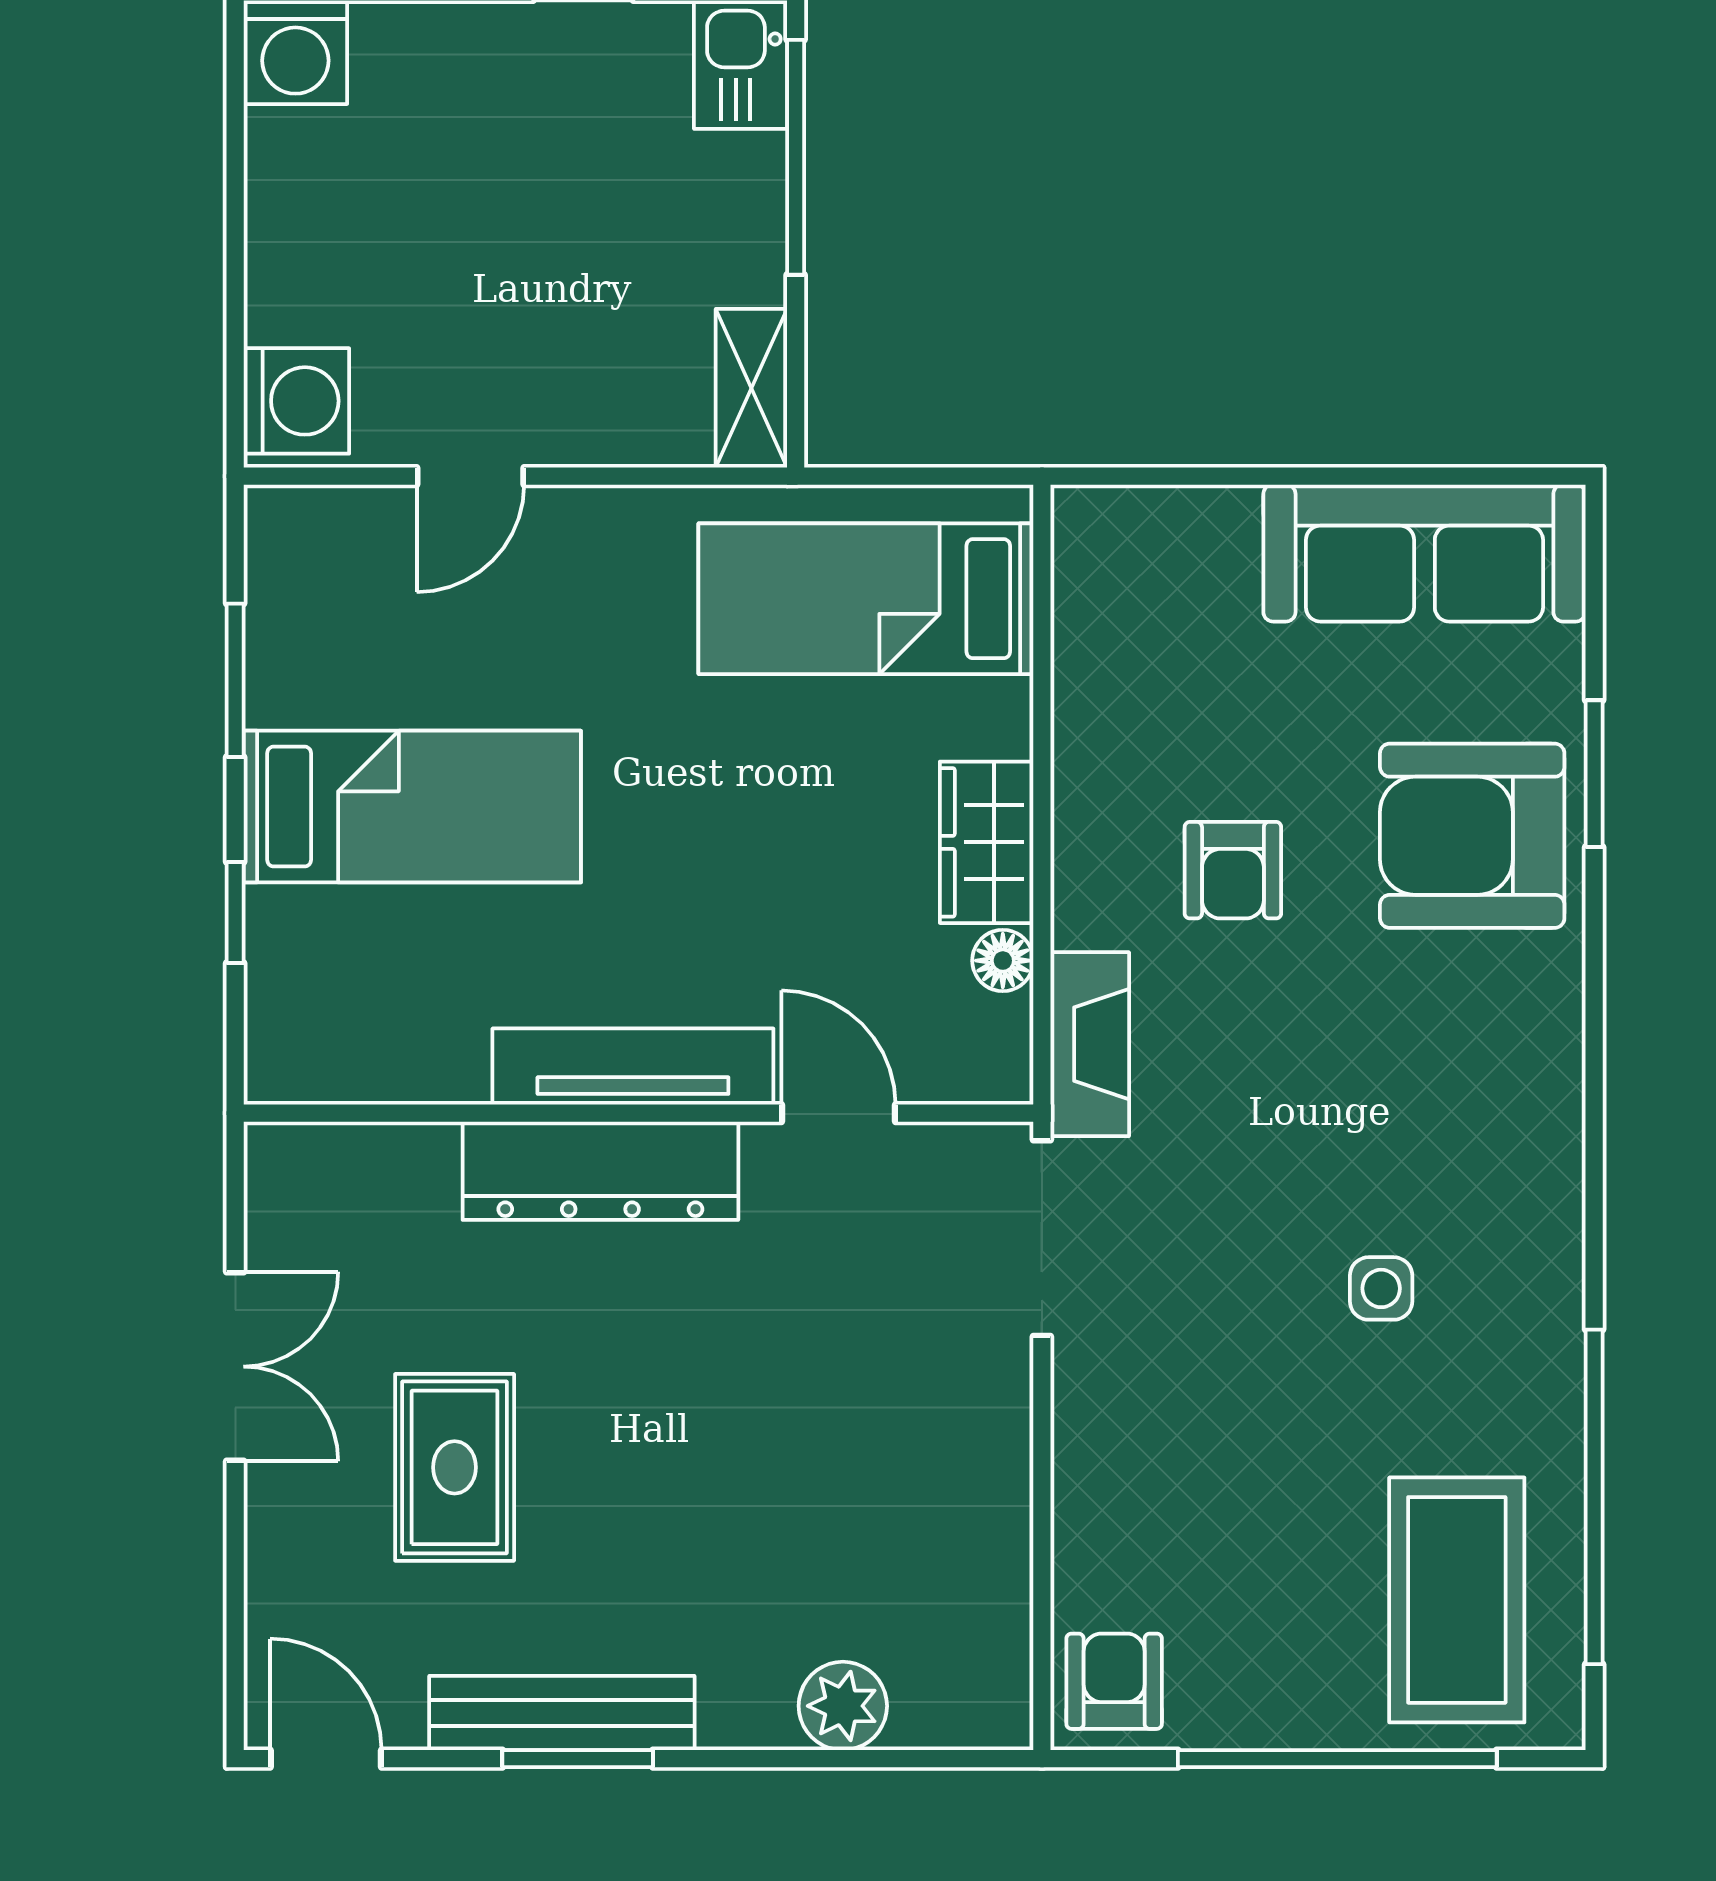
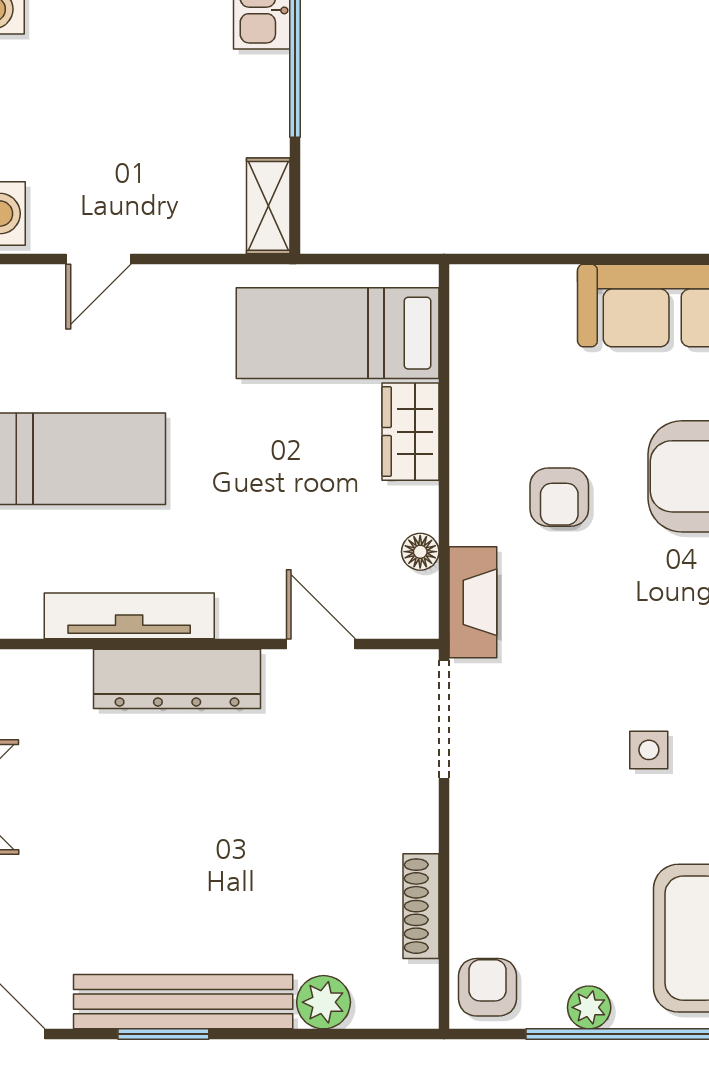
wardrobe: (987, 842) -> (410, 432), moved
tv unit: (633, 1067) -> (129, 616), moved
rug: (455, 1467) -> (89, 858), removed
shoe rack: (1004, 1547) -> (421, 906), added
bench: (562, 1713) -> (183, 1002), width x1.37, depth x1.21
plant: (1282, 1715) -> (589, 1007), added

